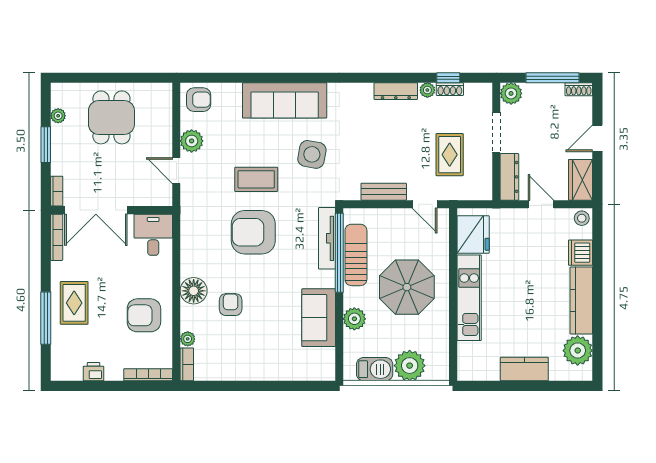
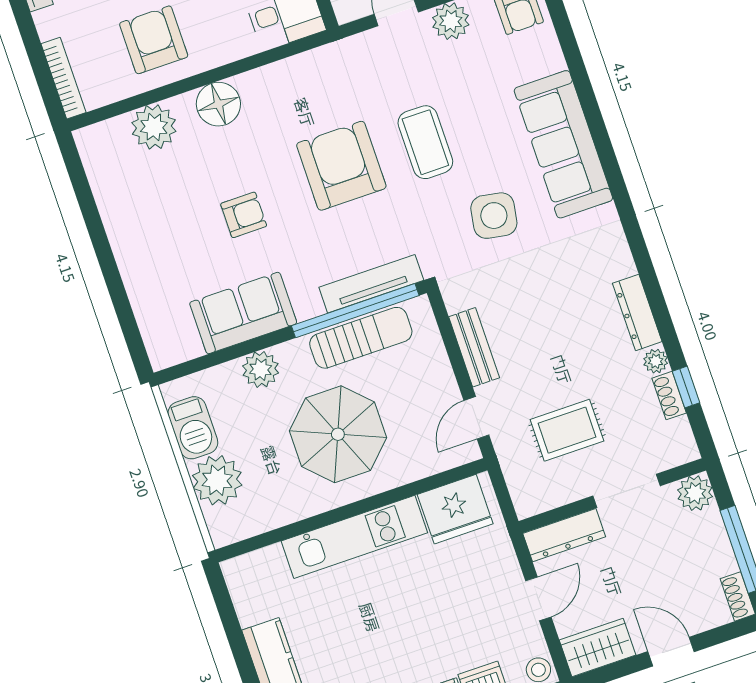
armchair: (231, 305) -> (244, 215), moved
plant: (188, 339) -> (154, 127), width x1.87, depth x1.87
bookcase: (187, 364) -> (100, 133), removed

